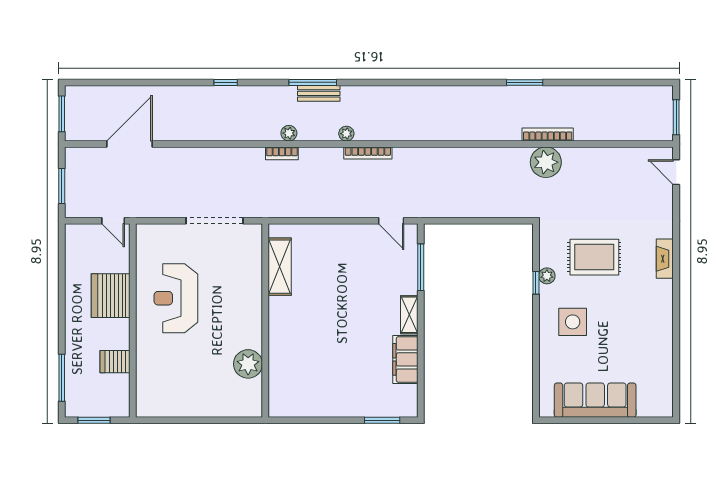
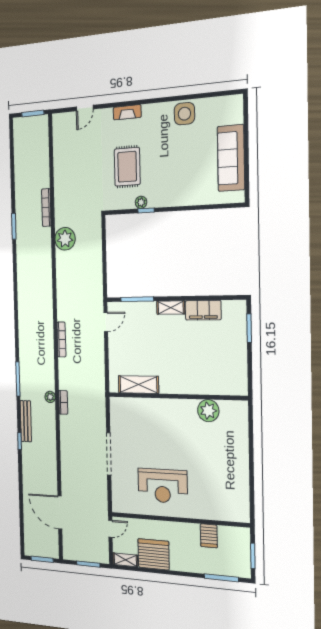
bench: (319, 93) -> (26, 421), moved, width x1.36
plant: (346, 134) -> (49, 355), removed
plant: (546, 162) -> (65, 239), moved
door: (676, 172) -> (85, 108), moved
shelving: (73, 242) -> (125, 560), added
shelving: (280, 267) -> (138, 385), moved
server rack: (111, 296) -> (154, 554), moved, turned 180
wall: (265, 321) -> (177, 396), moved
side table: (573, 322) -> (184, 114), moved
plant: (248, 364) -> (208, 411), moved

